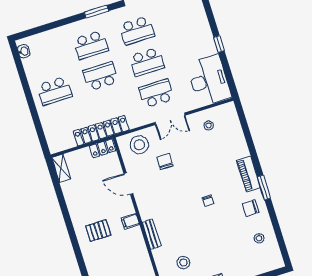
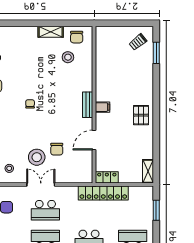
window: (39, 130) -> (156, 210), added
stool: (139, 145) -> (37, 157), moved
door: (128, 184) -> (94, 140), swing flipped
pallet: (98, 231) -> (141, 115), moved, turned 90
bench: (152, 234) -> (88, 105), moved

